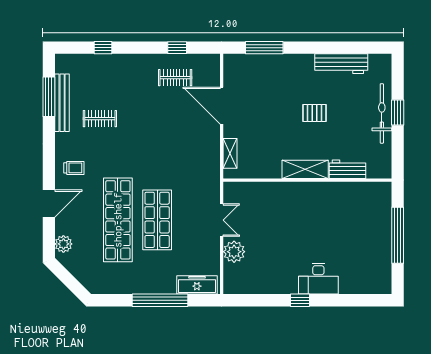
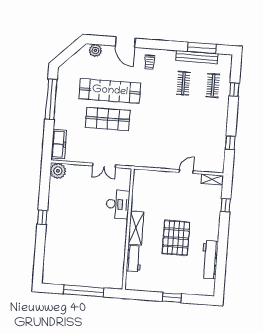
window: (264, 48) -> (226, 205), width x0.46
clothes rail: (175, 78) -> (213, 86), moved
door: (222, 106) -> (186, 172), width x0.53
pallet: (315, 113) -> (176, 238), width x2.05, depth x2.00
bicycle: (382, 113) -> (172, 286), removed
shelving: (230, 153) -> (212, 180), moved
plant: (234, 252) -> (58, 171), moved
desk: (318, 279) -> (118, 204), moved, turned 180
window: (160, 300) -> (51, 99), moved

